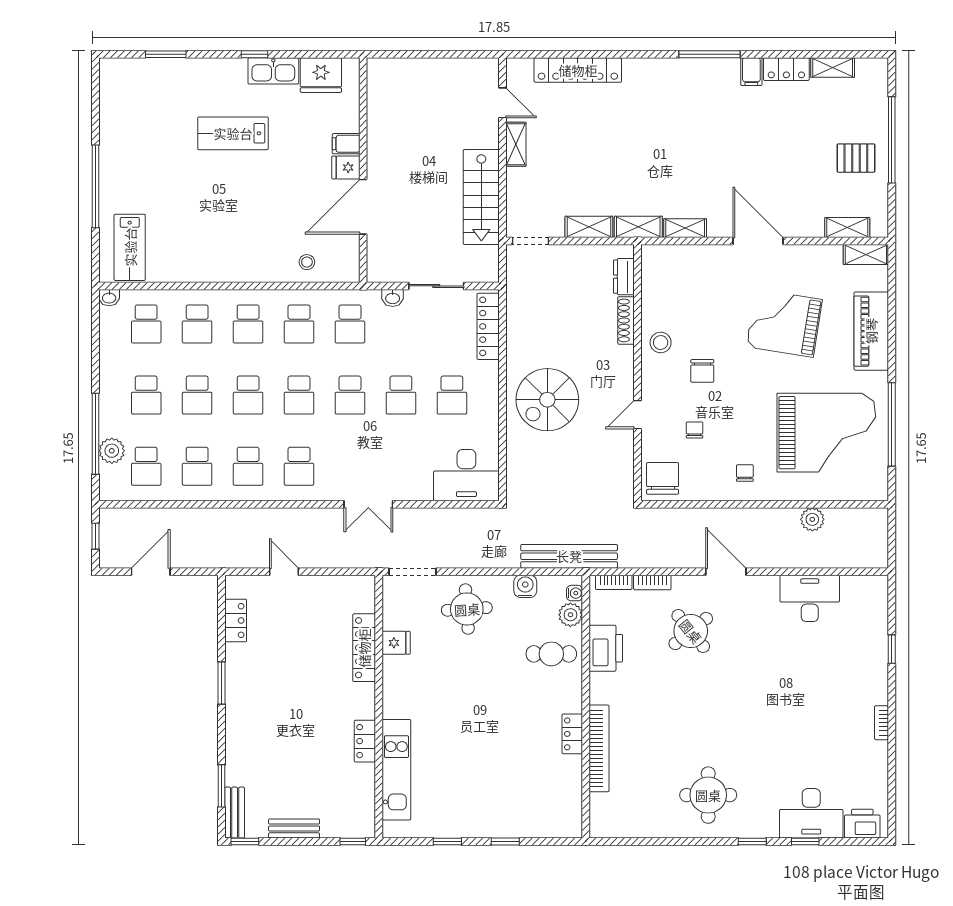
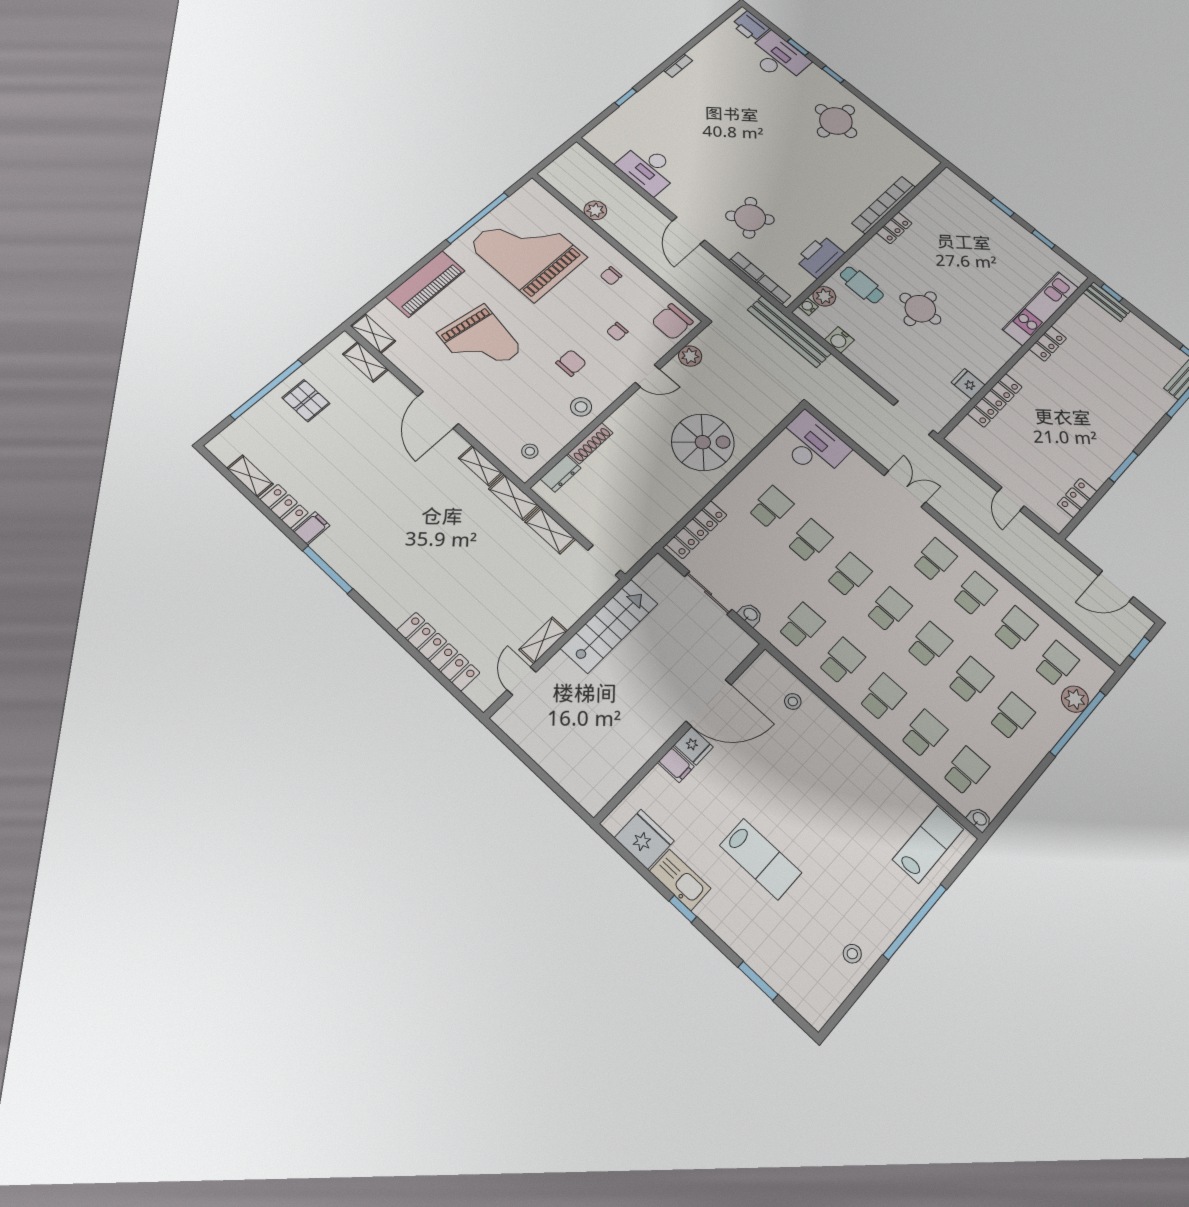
stool: (119, 127) -> (852, 954), added
stool: (662, 272) -> (530, 451), added
plant: (622, 462) -> (690, 356), added
round table: (467, 609) -> (920, 309), moved
bench: (294, 828) -> (1107, 302), moved

